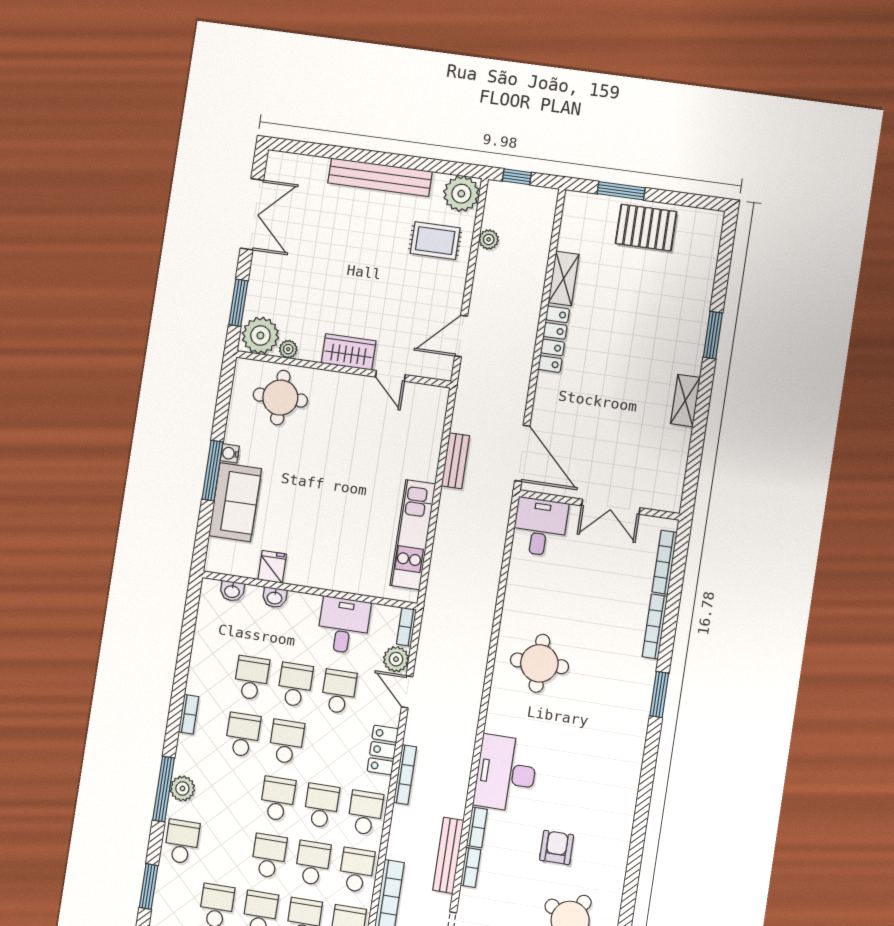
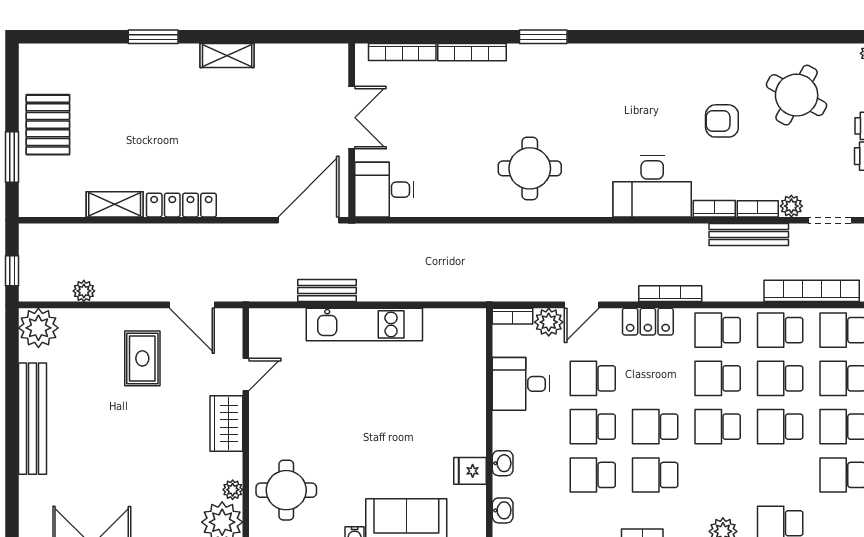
rug: (435, 241) -> (142, 358), moved
kitchen unit: (413, 535) -> (364, 324), moved
plant: (469, 899) -> (791, 206), added

